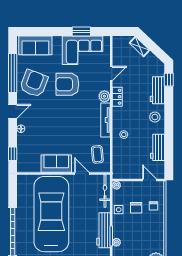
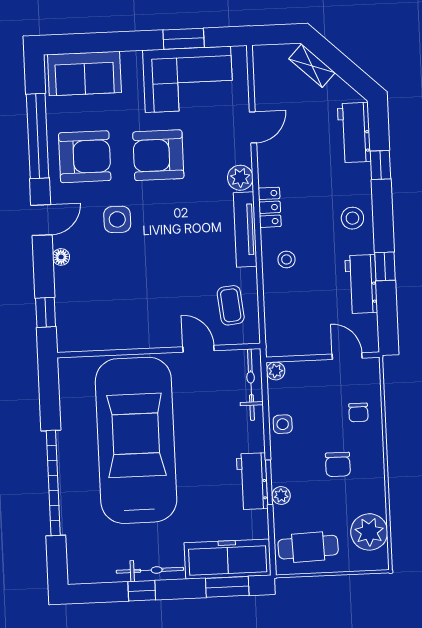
window: (169, 80) -> (380, 165), moved
armchair: (34, 83) -> (85, 157), turned 69
workbench: (157, 90) -> (354, 133), moved
locker: (117, 97) -> (270, 207), moved
side table: (47, 113) -> (117, 219), added
window: (169, 140) -> (385, 266), added
sofa: (56, 164) -> (142, 330), removed
chair: (136, 208) -> (338, 464), moved
workbench: (104, 230) -> (252, 481), width x0.73

